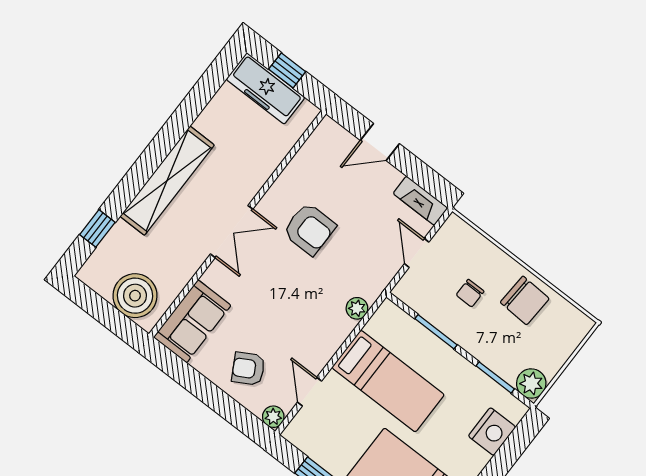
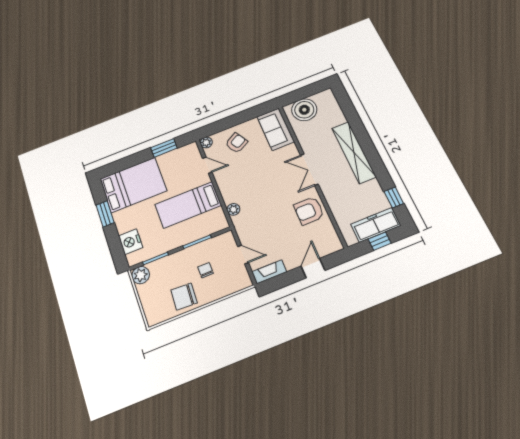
window: (97, 228) -> (394, 197), moved
armchair: (309, 229) -> (309, 211), moved

